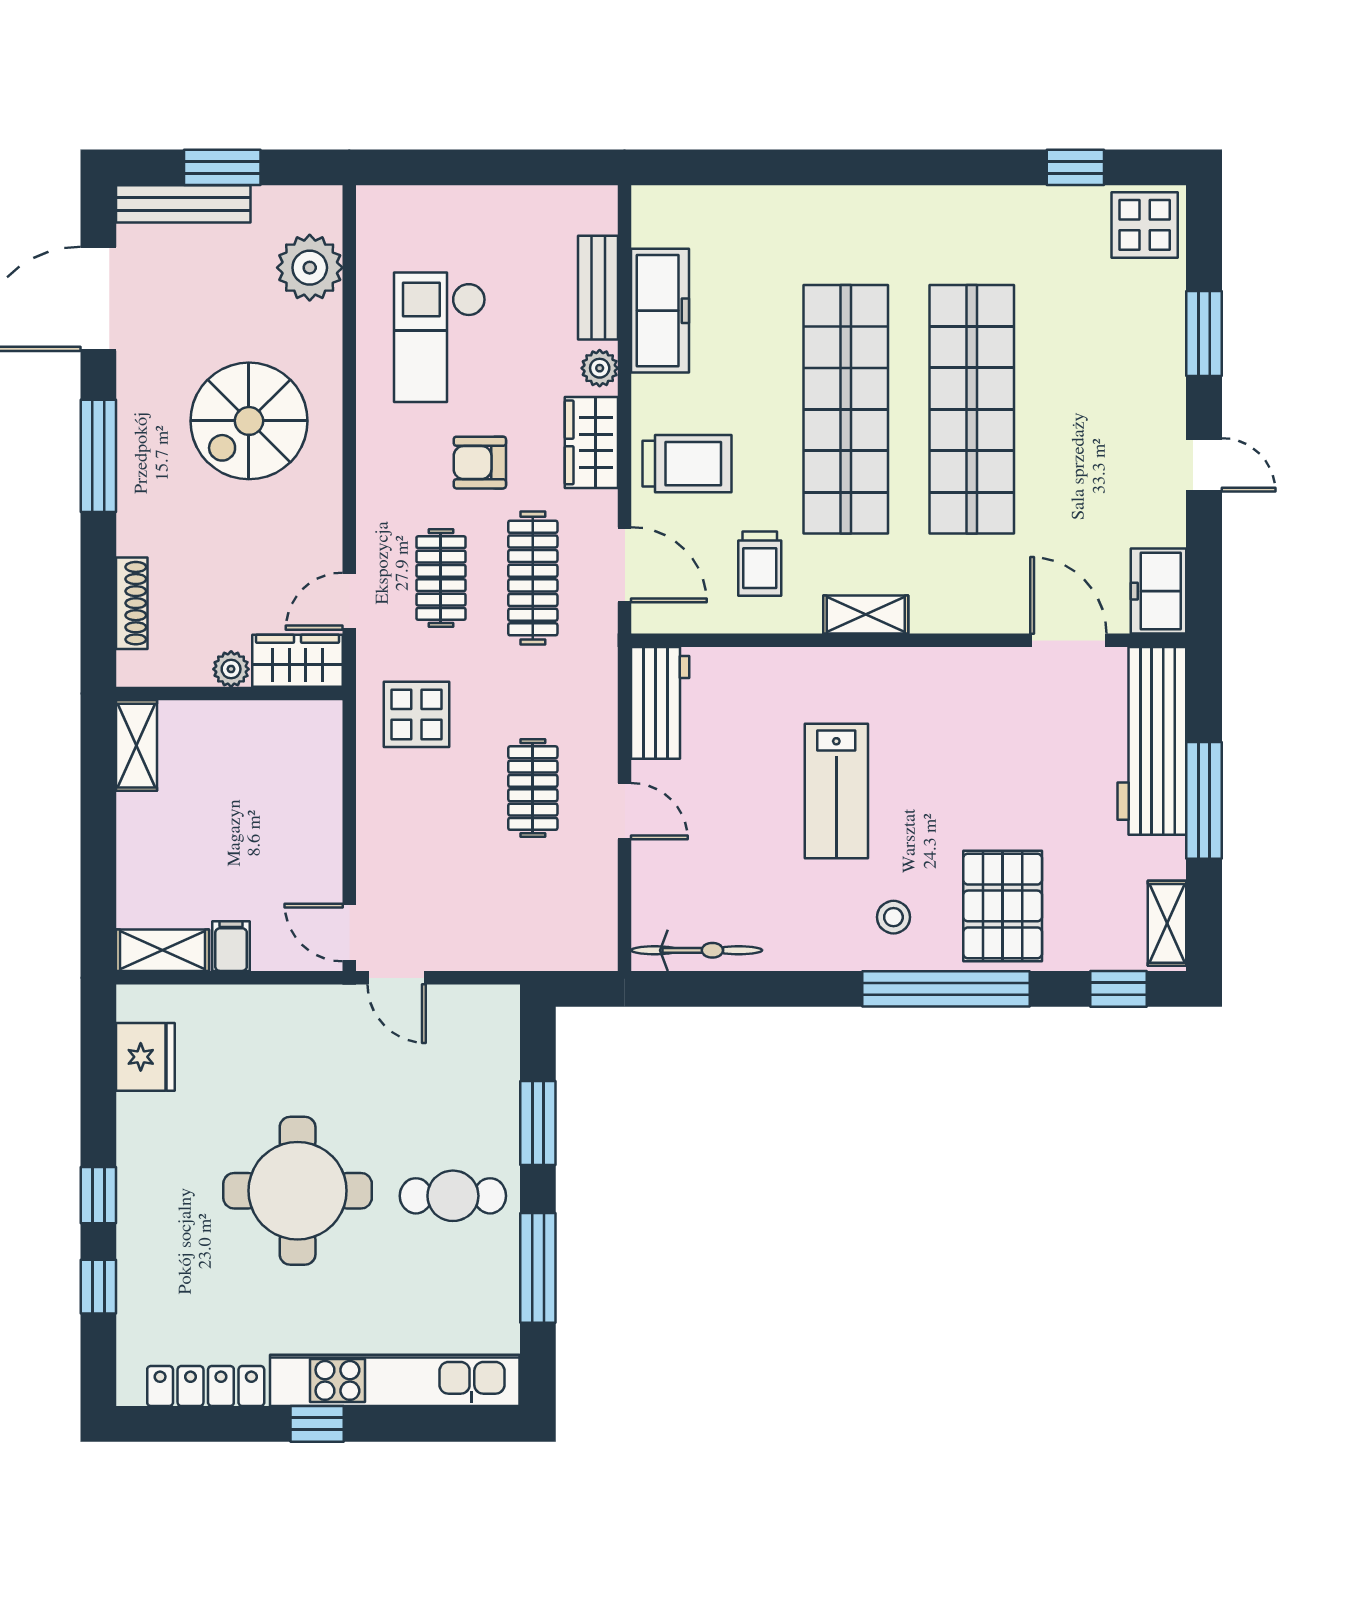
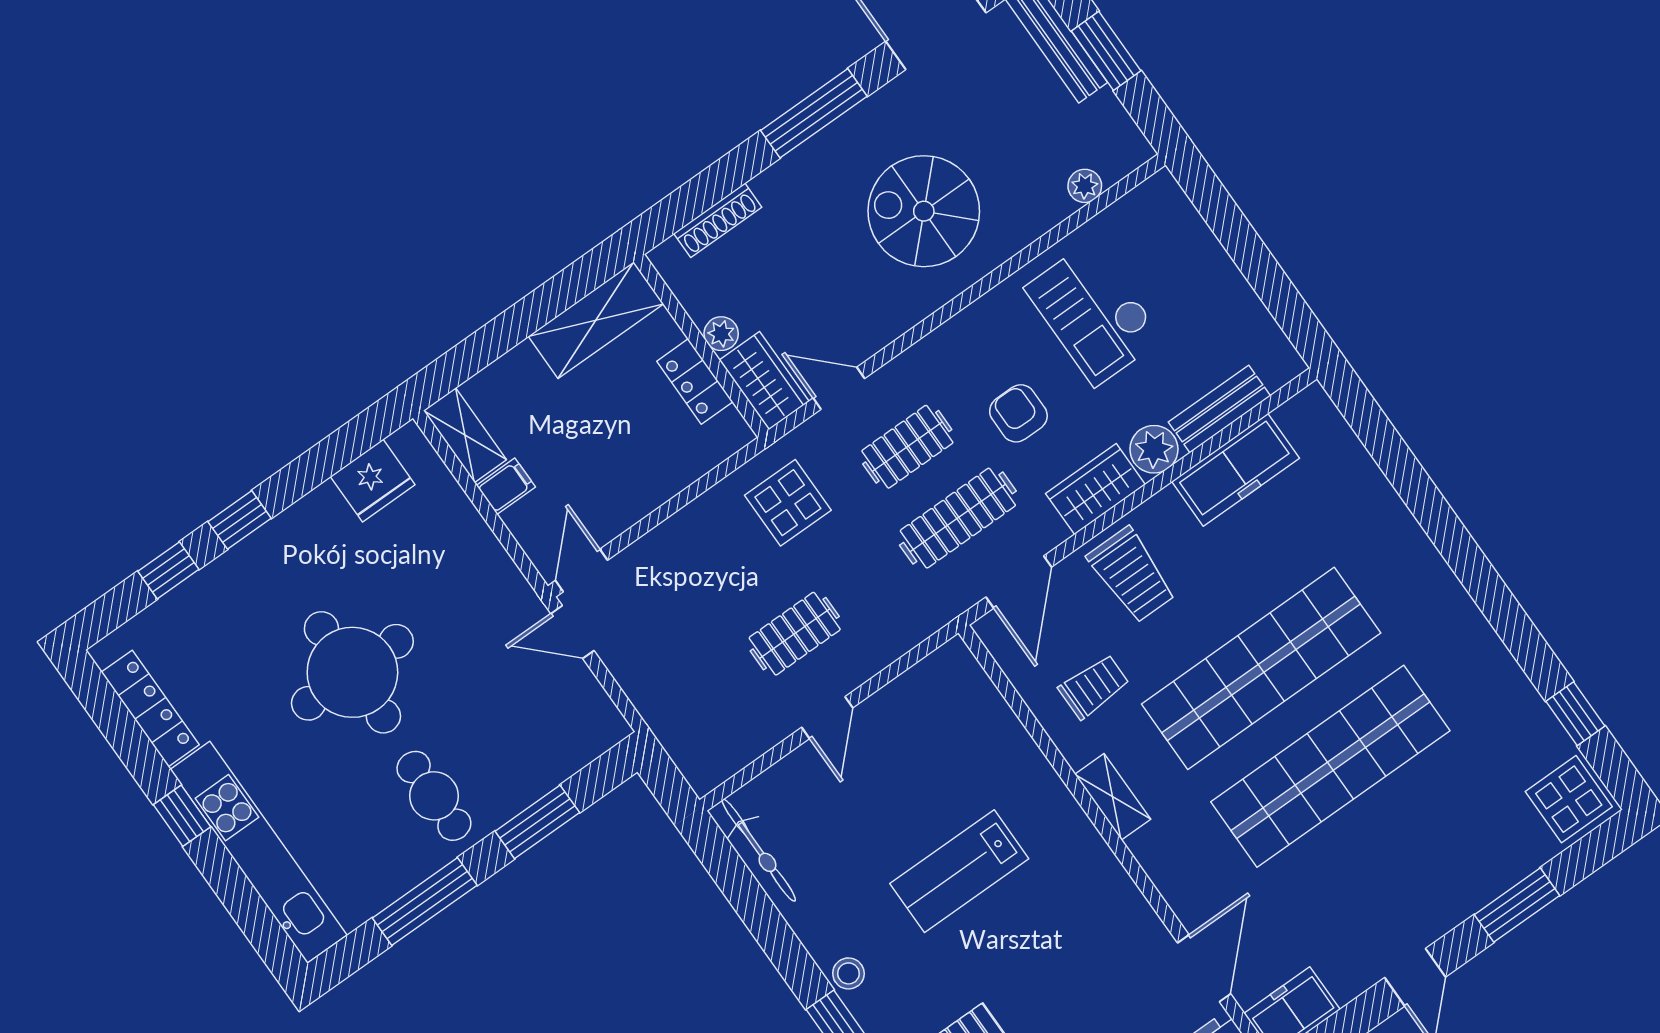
plant: (310, 268) -> (1085, 186), width x0.53, depth x0.53
checkout: (440, 337) -> (1094, 313), turned -90
plant: (600, 368) -> (1154, 449), width x1.38, depth x1.38
trolley: (760, 564) -> (1094, 686), turned 180
workbench: (660, 703) -> (931, 686), removed
locker: (256, 721) -> (695, 381), added
shelving: (137, 746) -> (596, 320), width x1.50, depth x1.33
stool: (893, 917) -> (848, 973), moved
door: (397, 978) -> (572, 632), hinge flipped

